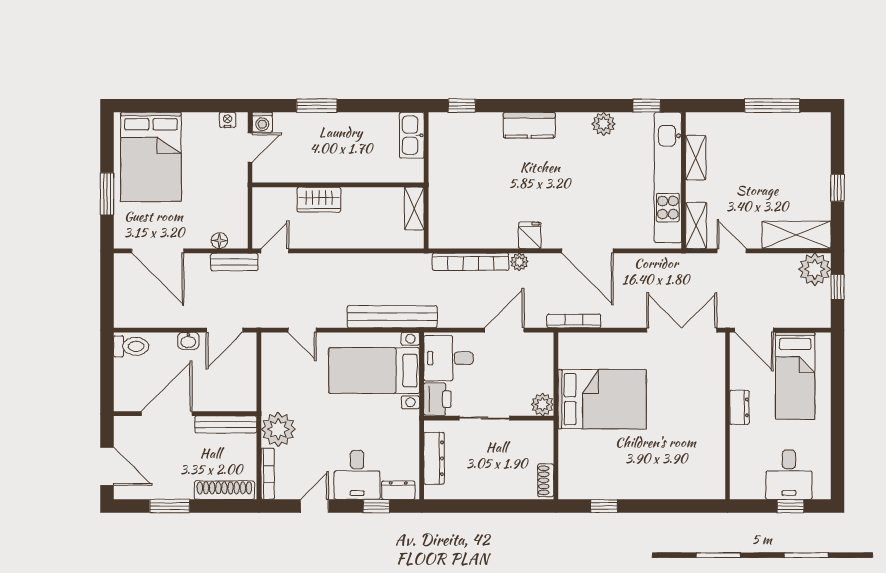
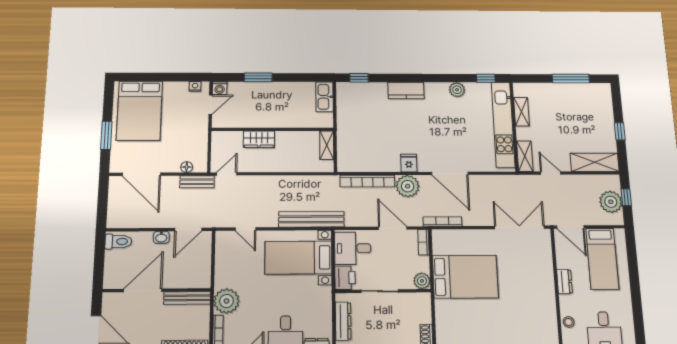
plant: (519, 262) -> (408, 186), width x1.87, depth x1.87
plant: (815, 269) -> (611, 202), moved
door: (504, 330) -> (393, 228), hinge flipped
bookcase: (546, 350) -> (424, 242), added
stool: (741, 463) -> (569, 322), added

